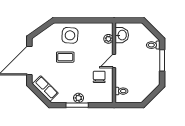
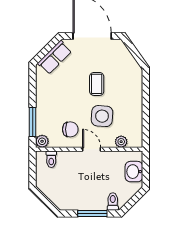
side table: (70, 35) -> (102, 116), moved
washbasin: (122, 35) -> (134, 172), moved, turned 90
plant: (78, 98) -> (42, 141), moved
window: (77, 105) -> (33, 122), moved

